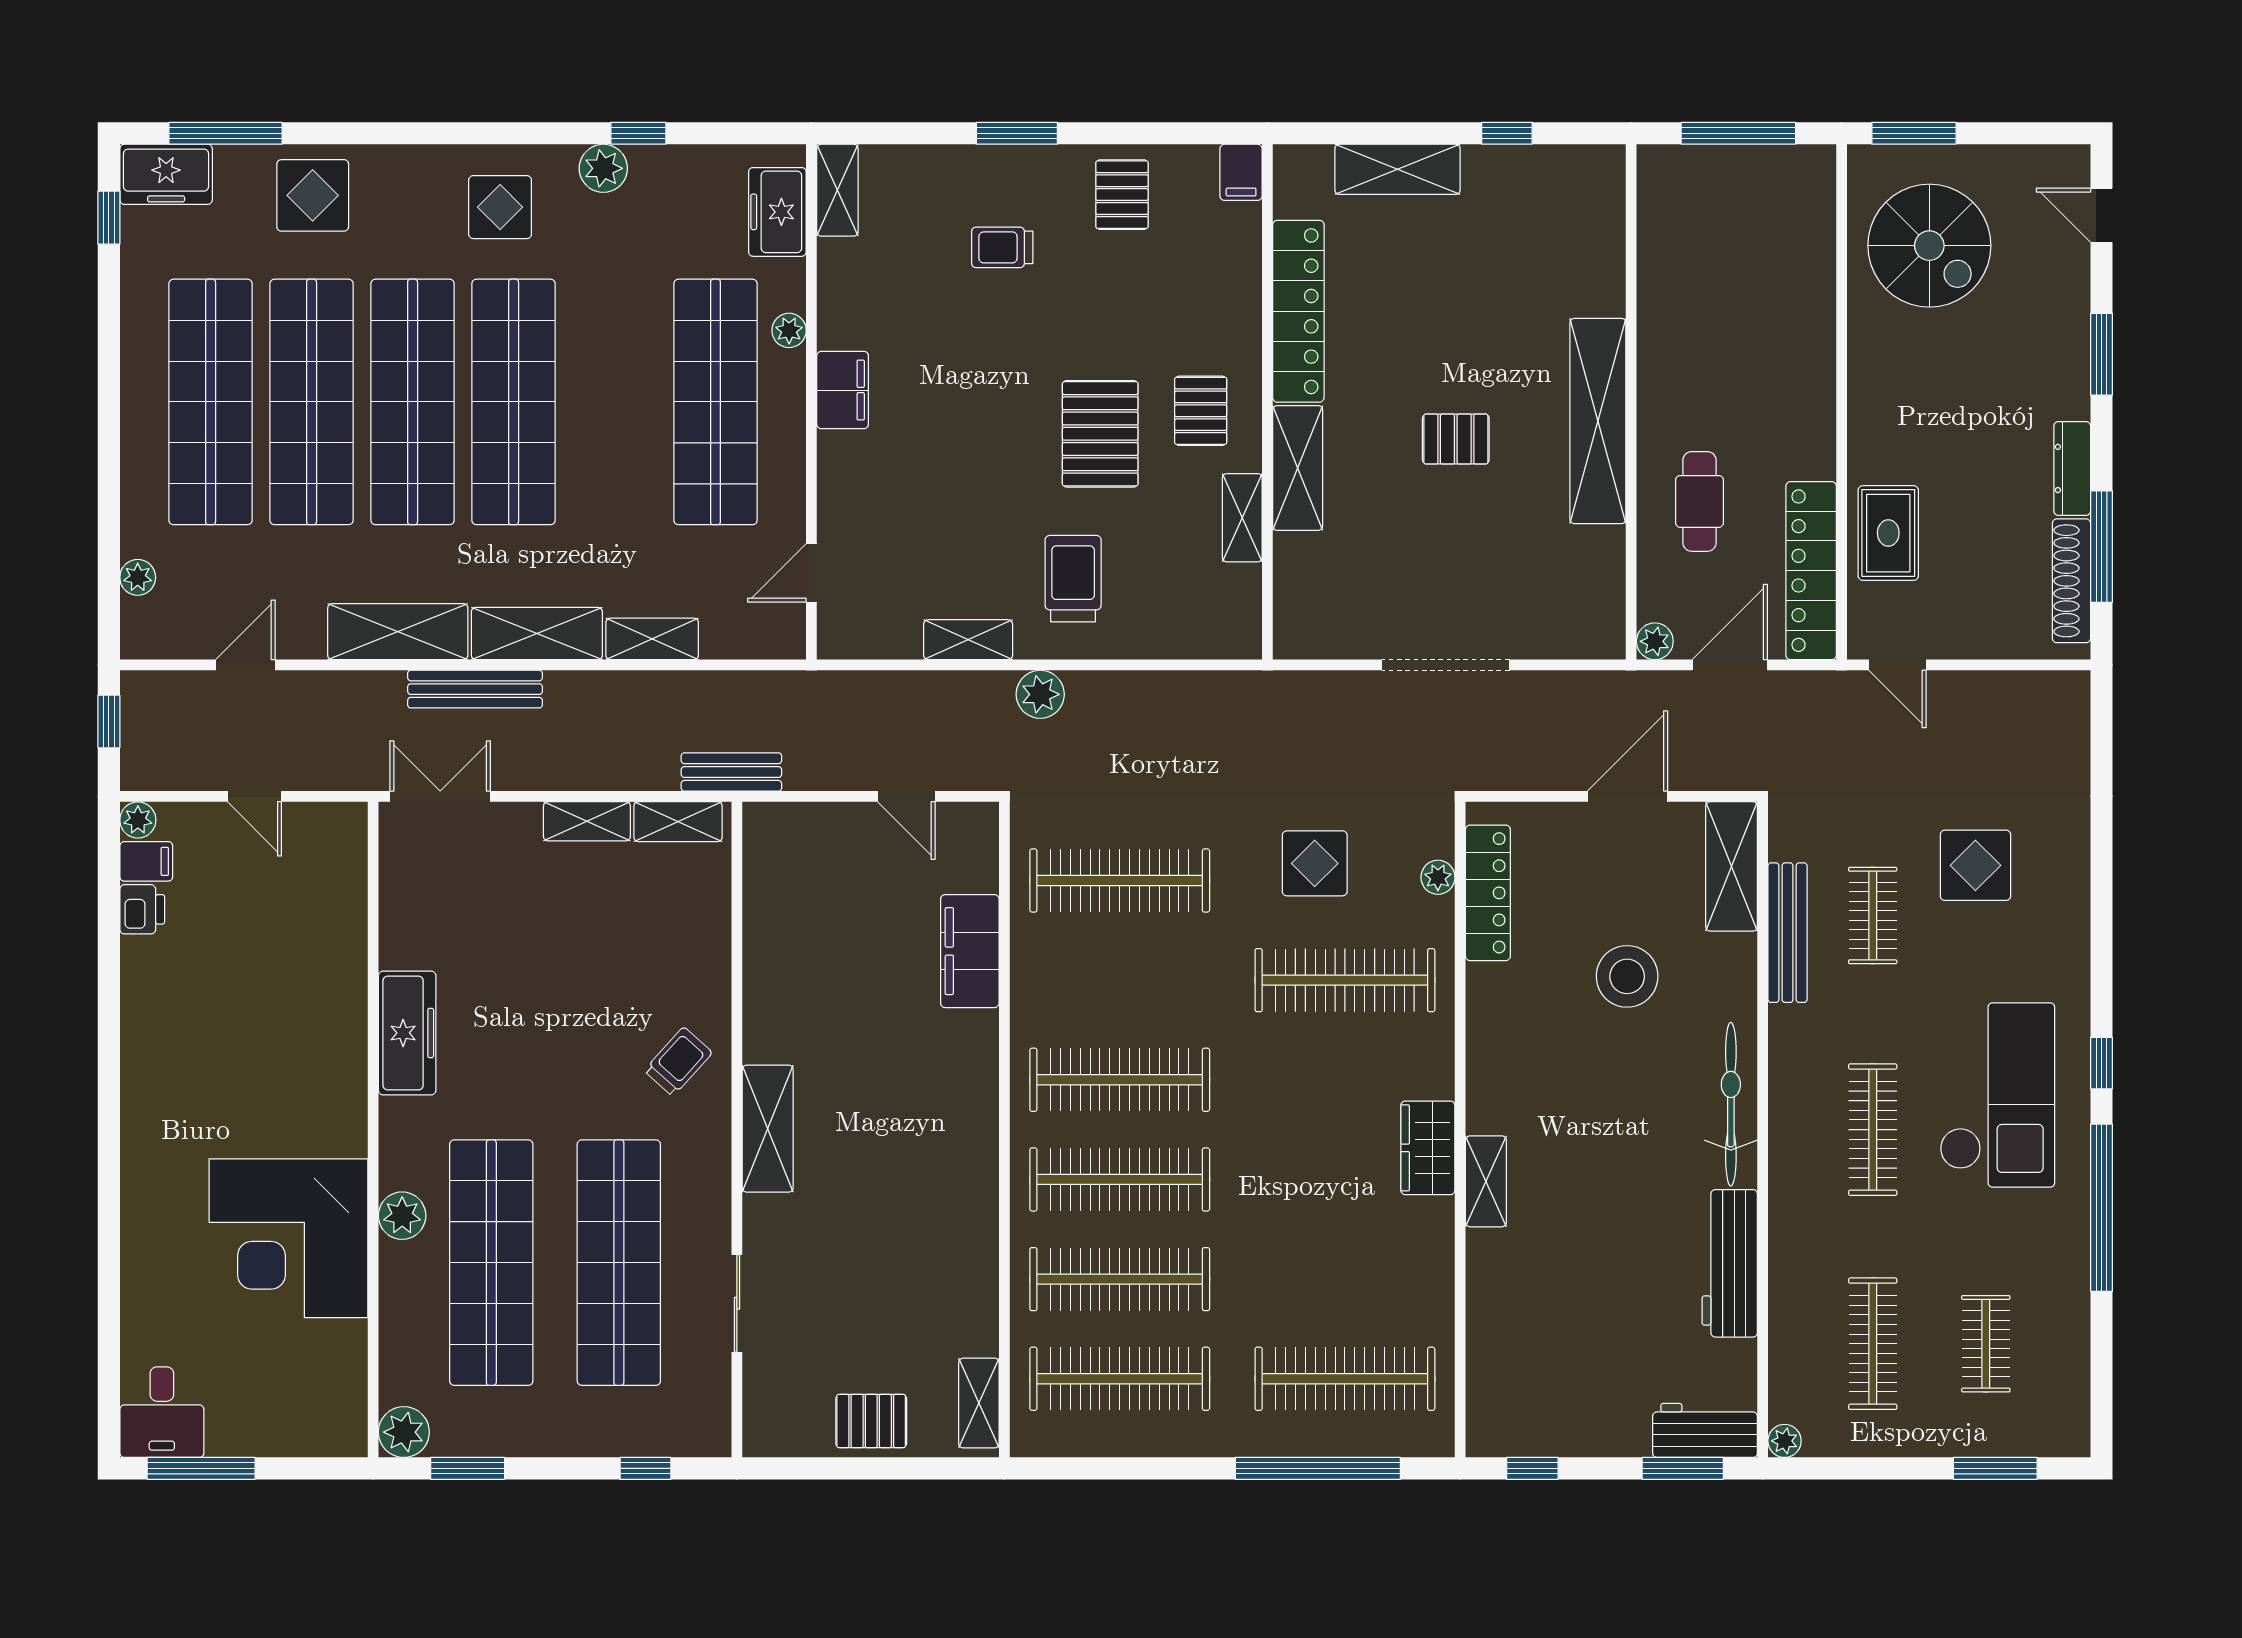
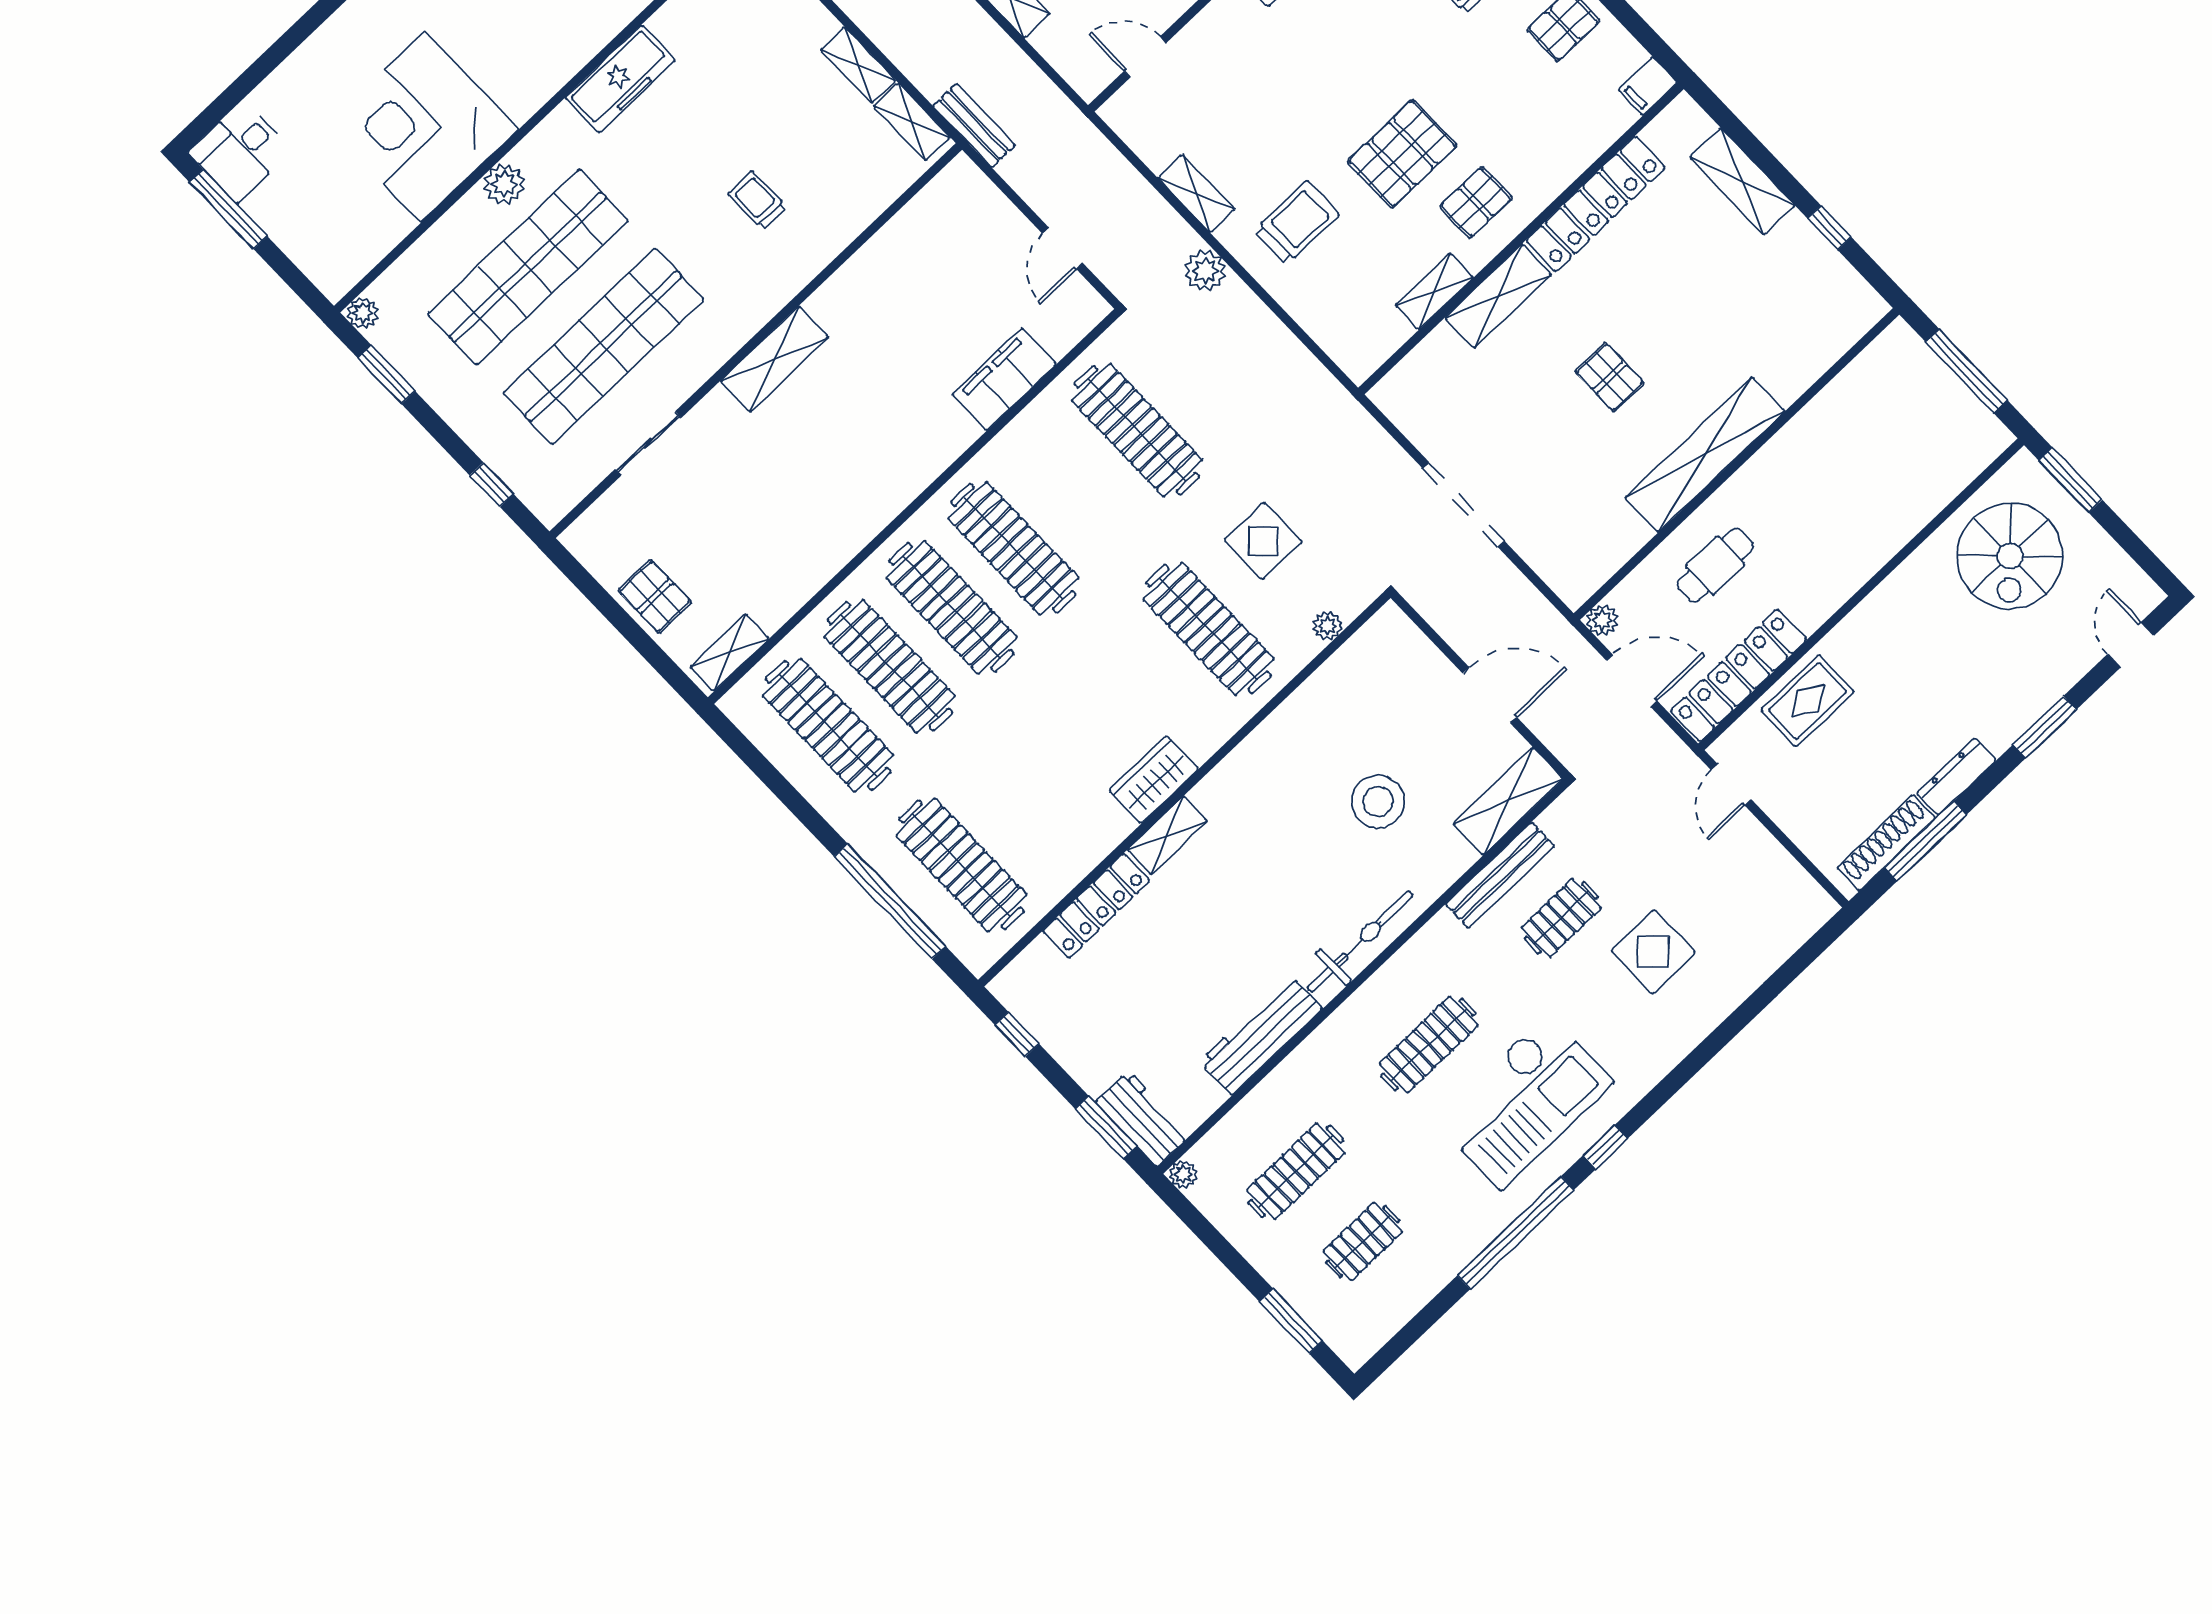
locker: (1488, 893) -> (1096, 906), moved
trolley: (678, 1062) -> (757, 200), moved, turned -132
plant: (404, 1432) -> (363, 313), width x0.73, depth x0.73

